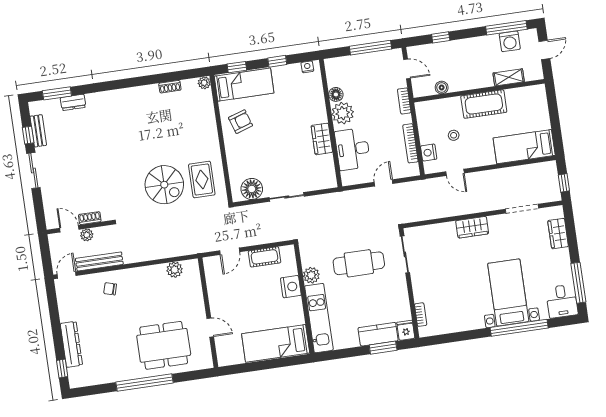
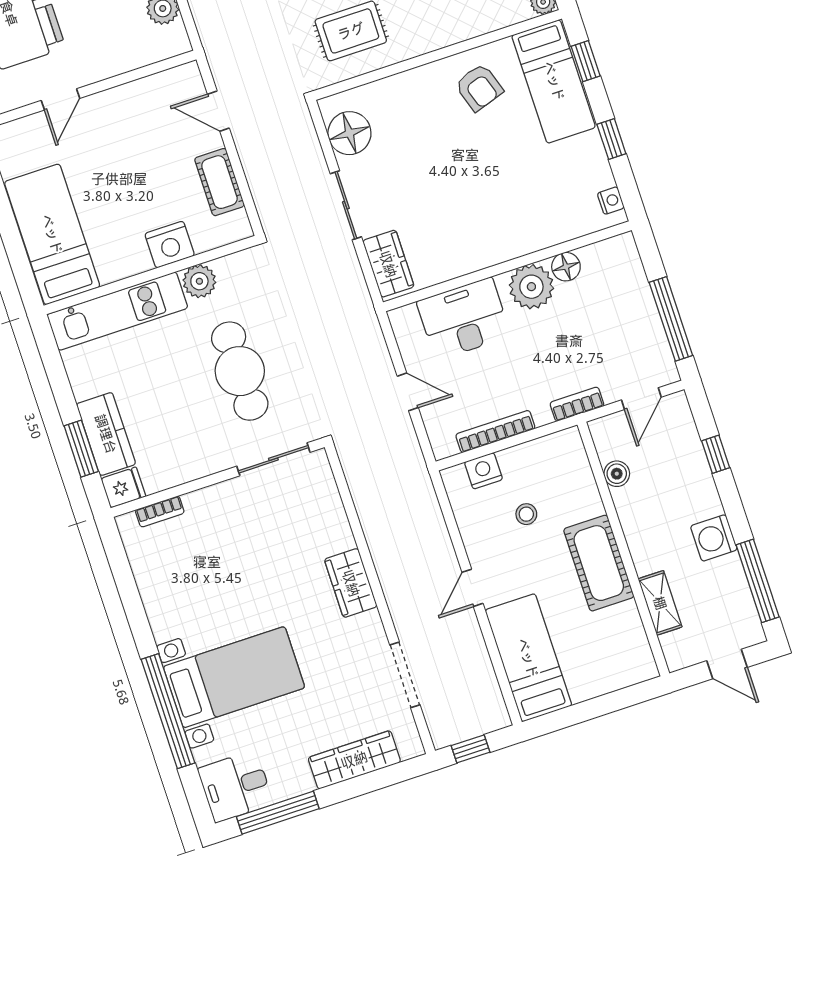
washing machine: (510, 41) -> (714, 538), moved
wardrobe: (322, 139) -> (388, 264), moved, turned 90
door: (455, 172) -> (472, 588), moved
wardrobe: (558, 234) -> (354, 760), width x1.50

